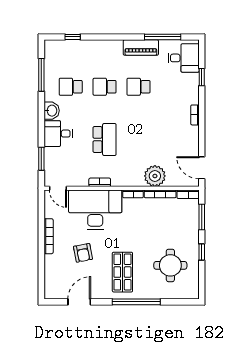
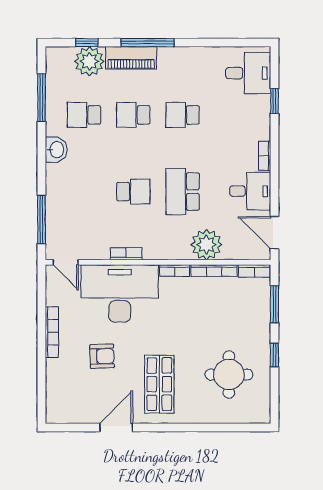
window: (163, 37) -> (147, 43), moved
piano: (141, 47) -> (131, 58), moved
plant: (74, 50) -> (89, 61), added
desk: (58, 134) -> (250, 191), moved, turned 180
school desk: (105, 139) -> (133, 192), width x0.54
school desk: (138, 139) -> (183, 192), added
window: (41, 159) -> (41, 220), width x1.44
armchair: (83, 253) -> (102, 356), turned -81
door: (79, 302) -> (116, 427), moved
window: (136, 302) -> (179, 427), removed

